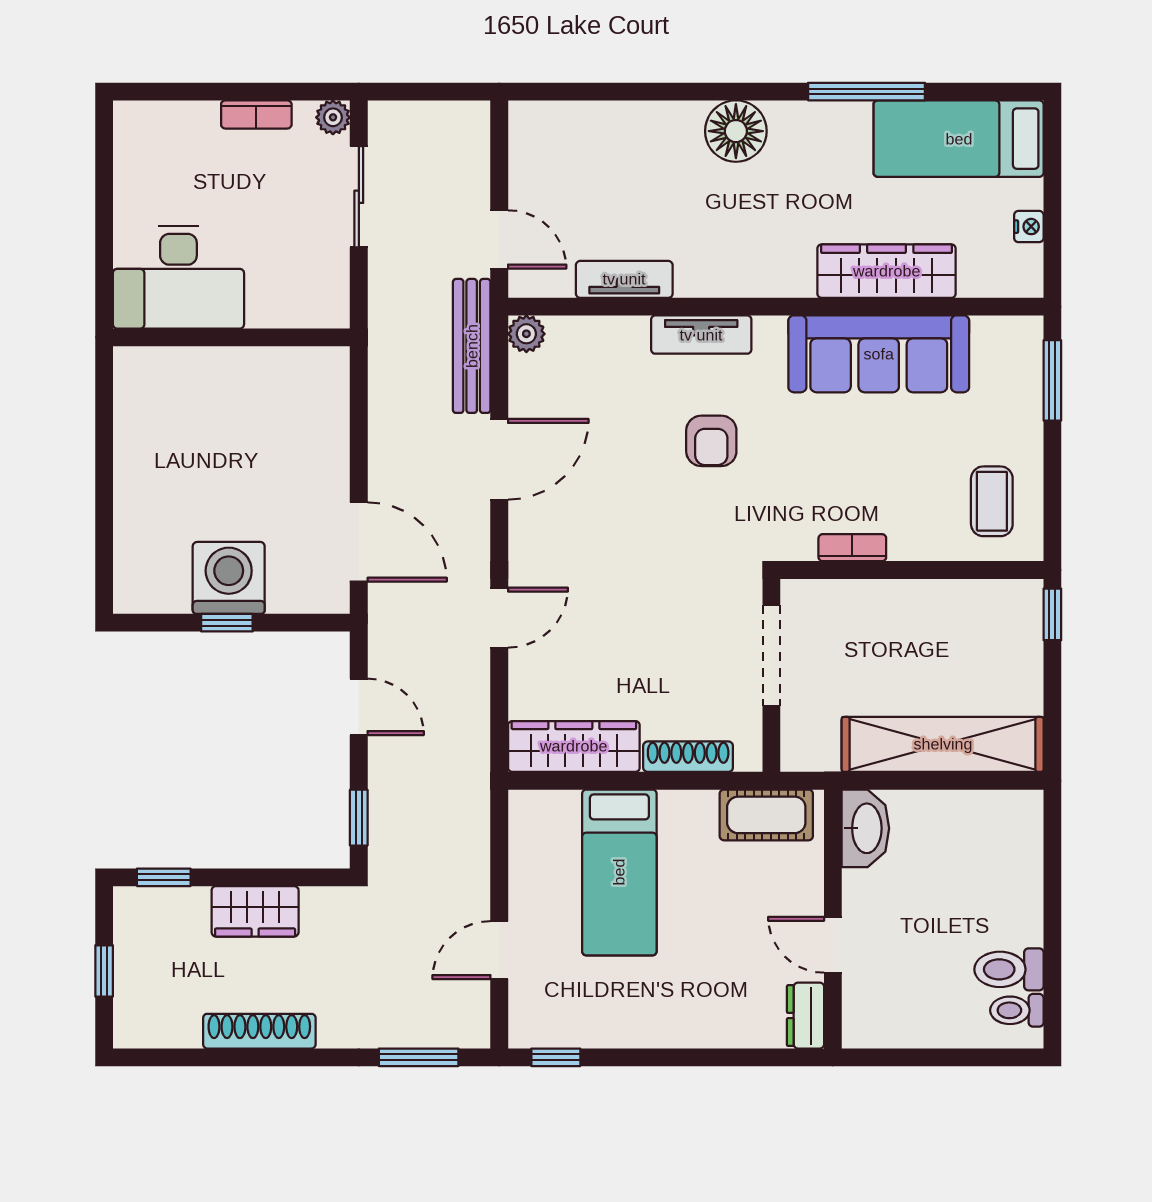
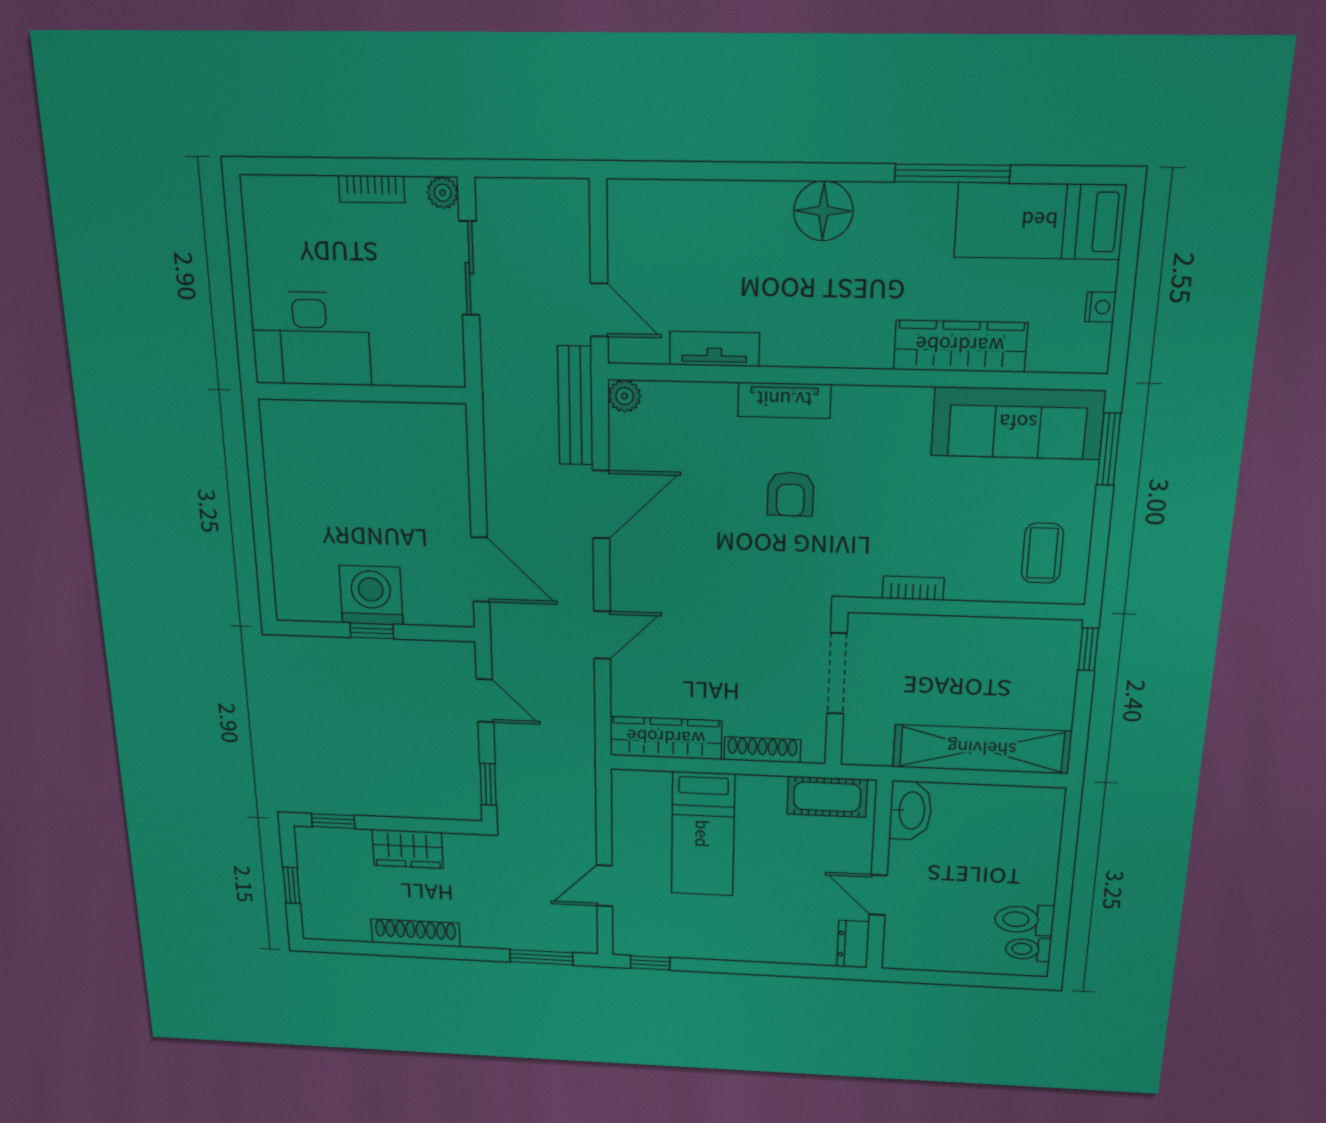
sofa: (879, 354) -> (1018, 423), moved

